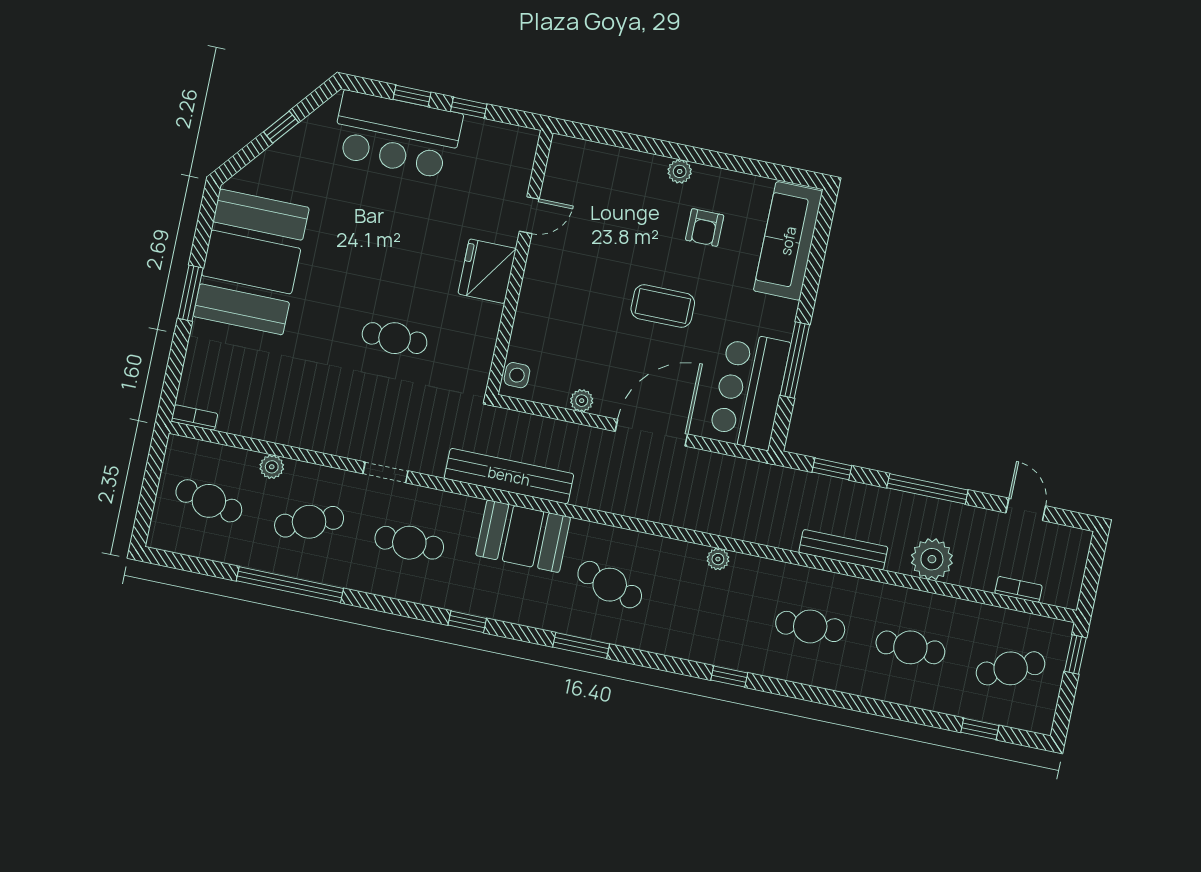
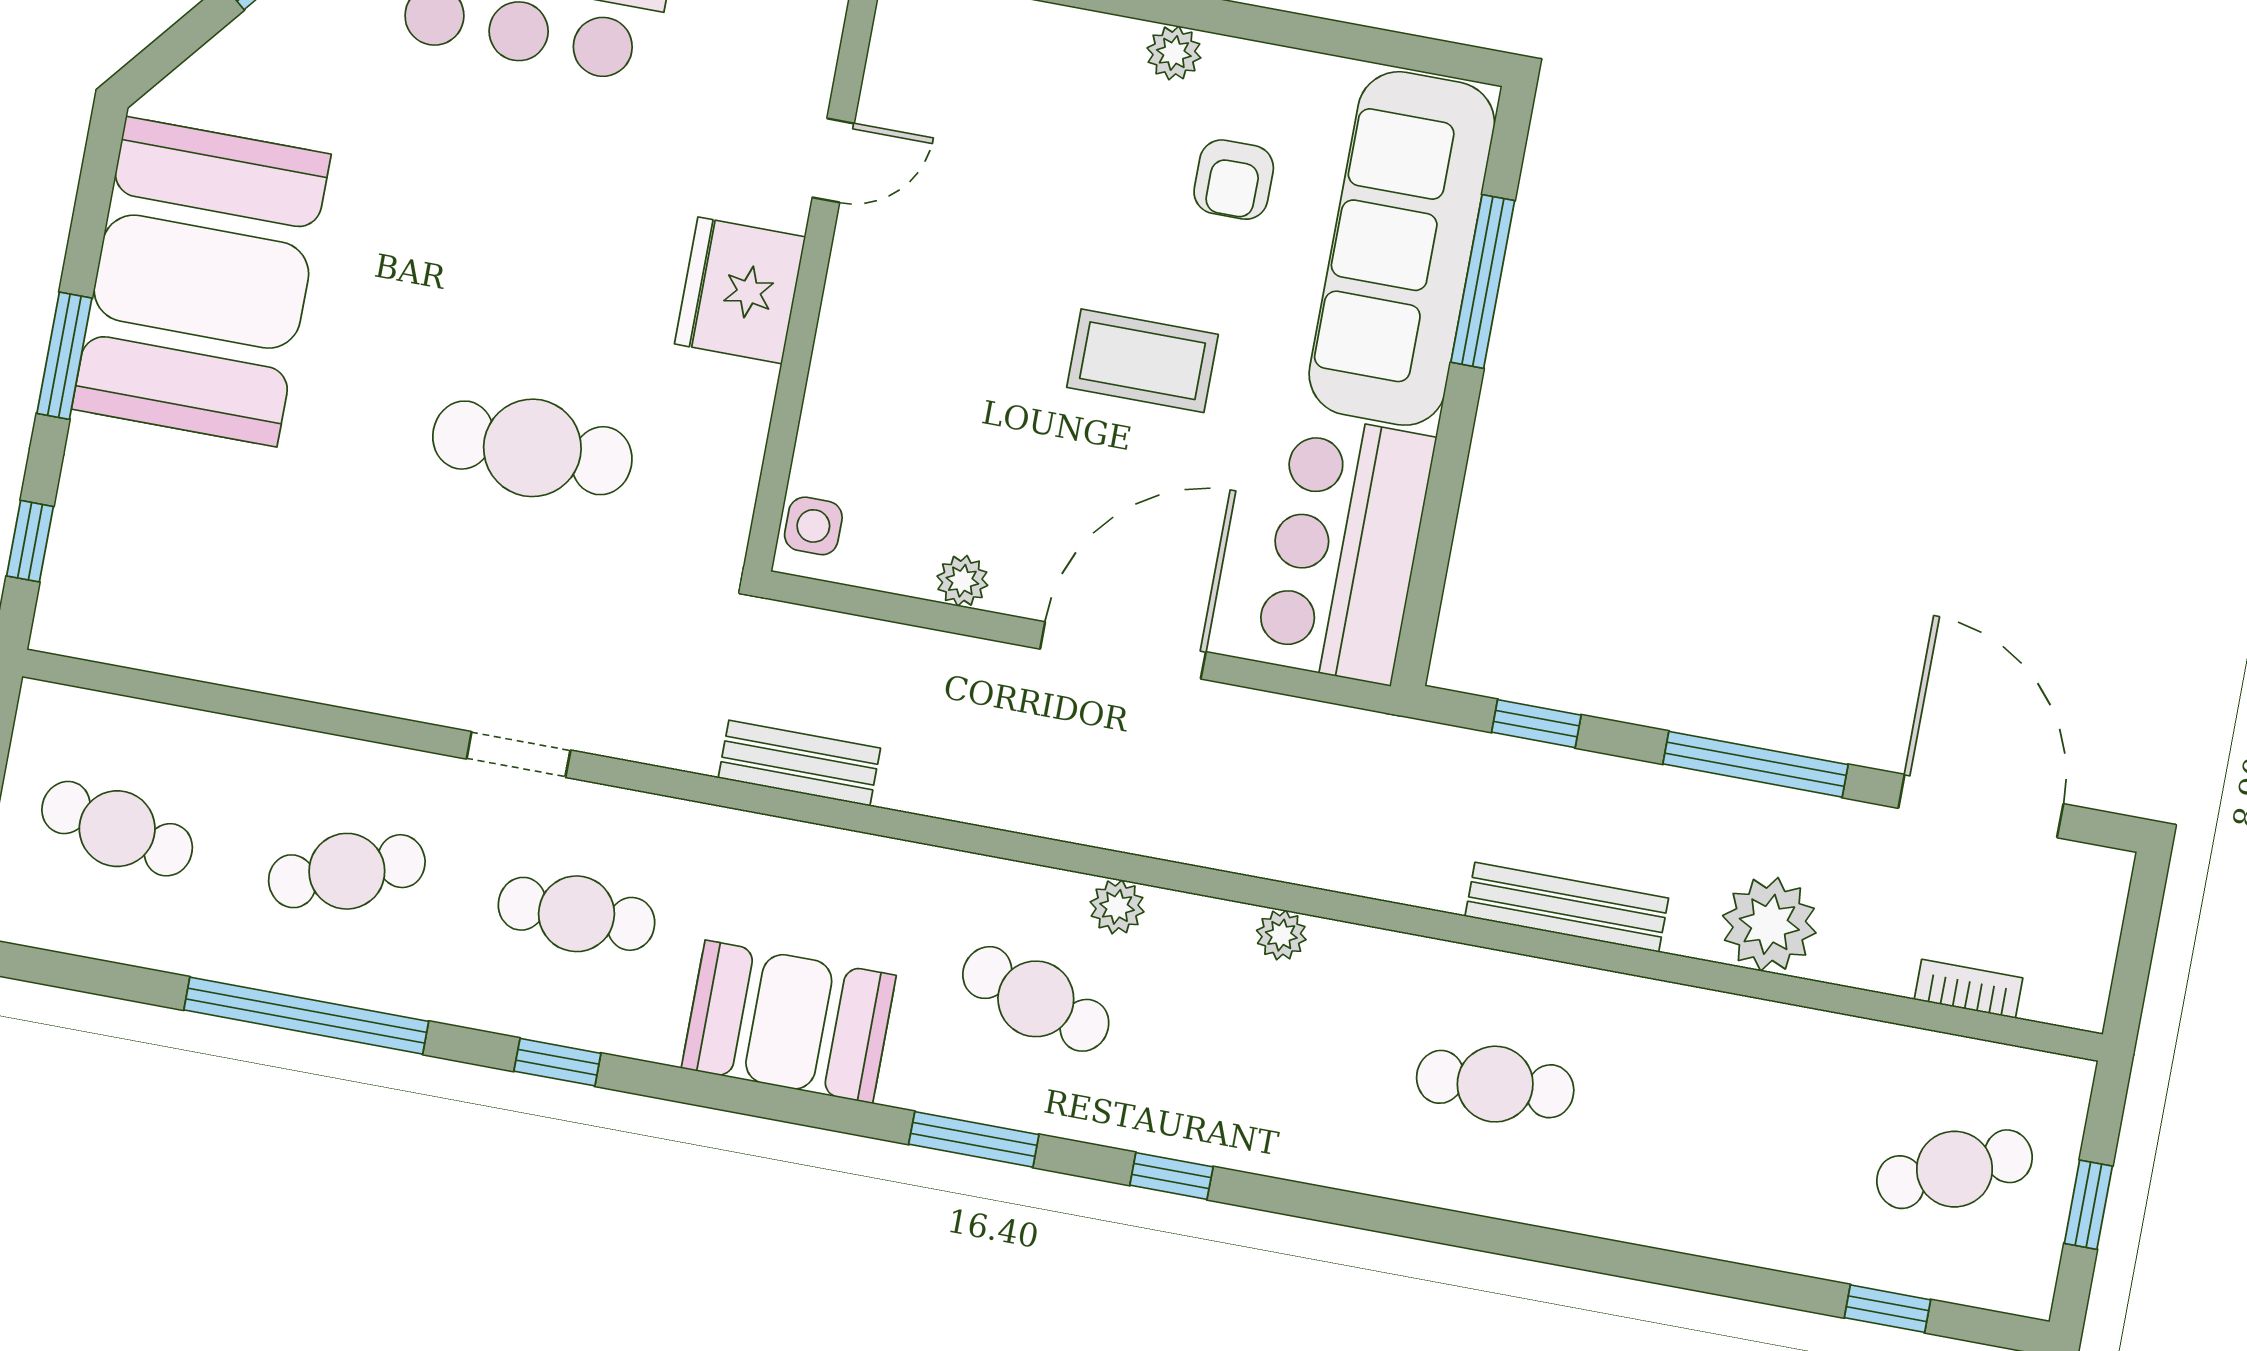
sofa: (788, 241) -> (1402, 248), width x1.36, depth x1.27
cafe table: (395, 338) -> (532, 448), width x1.37, depth x1.35
window: (795, 360) -> (1483, 281), moved
window: (174, 374) -> (30, 541), added
bookcase: (194, 417) -> (80, 639), removed
plant: (272, 467) -> (1117, 907), moved
bench: (509, 476) -> (799, 763), width x0.54, depth x0.82
door: (1026, 509) -> (1981, 806), width x1.87
booth: (523, 536) -> (789, 1022), moved
window: (467, 622) -> (557, 1062), moved
cafe table: (910, 647) -> (1725, 1127), removed
window: (1075, 654) -> (2088, 1205), moved
window: (729, 676) -> (1171, 1176), moved

